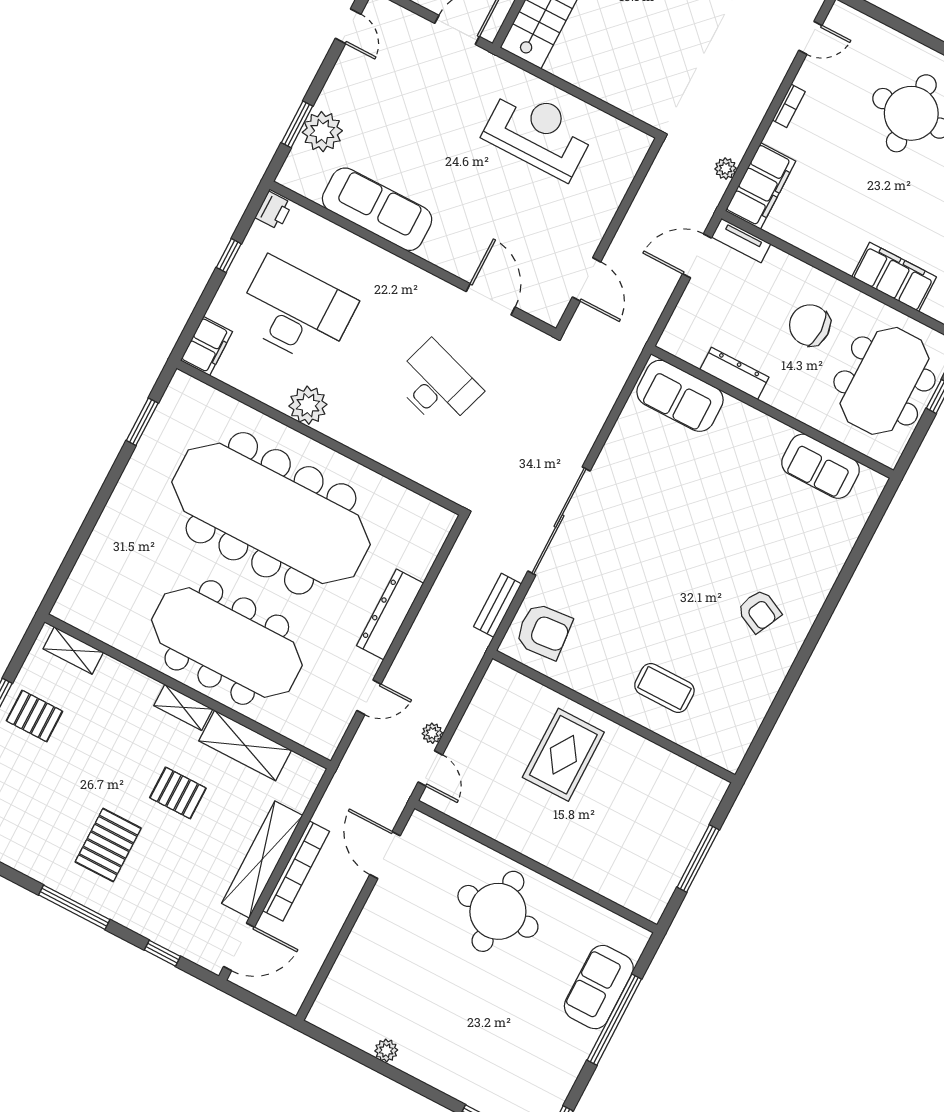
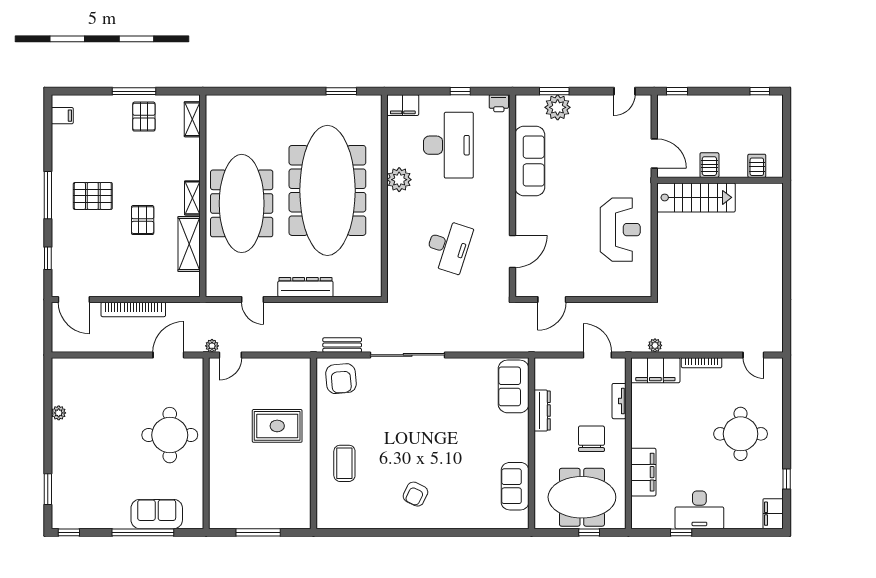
bookcase: (789, 106) -> (702, 363), width x1.56
tv unit: (741, 241) -> (619, 401), moved
plant: (432, 733) -> (212, 346), moved
shelving: (262, 859) -> (130, 287), removed

